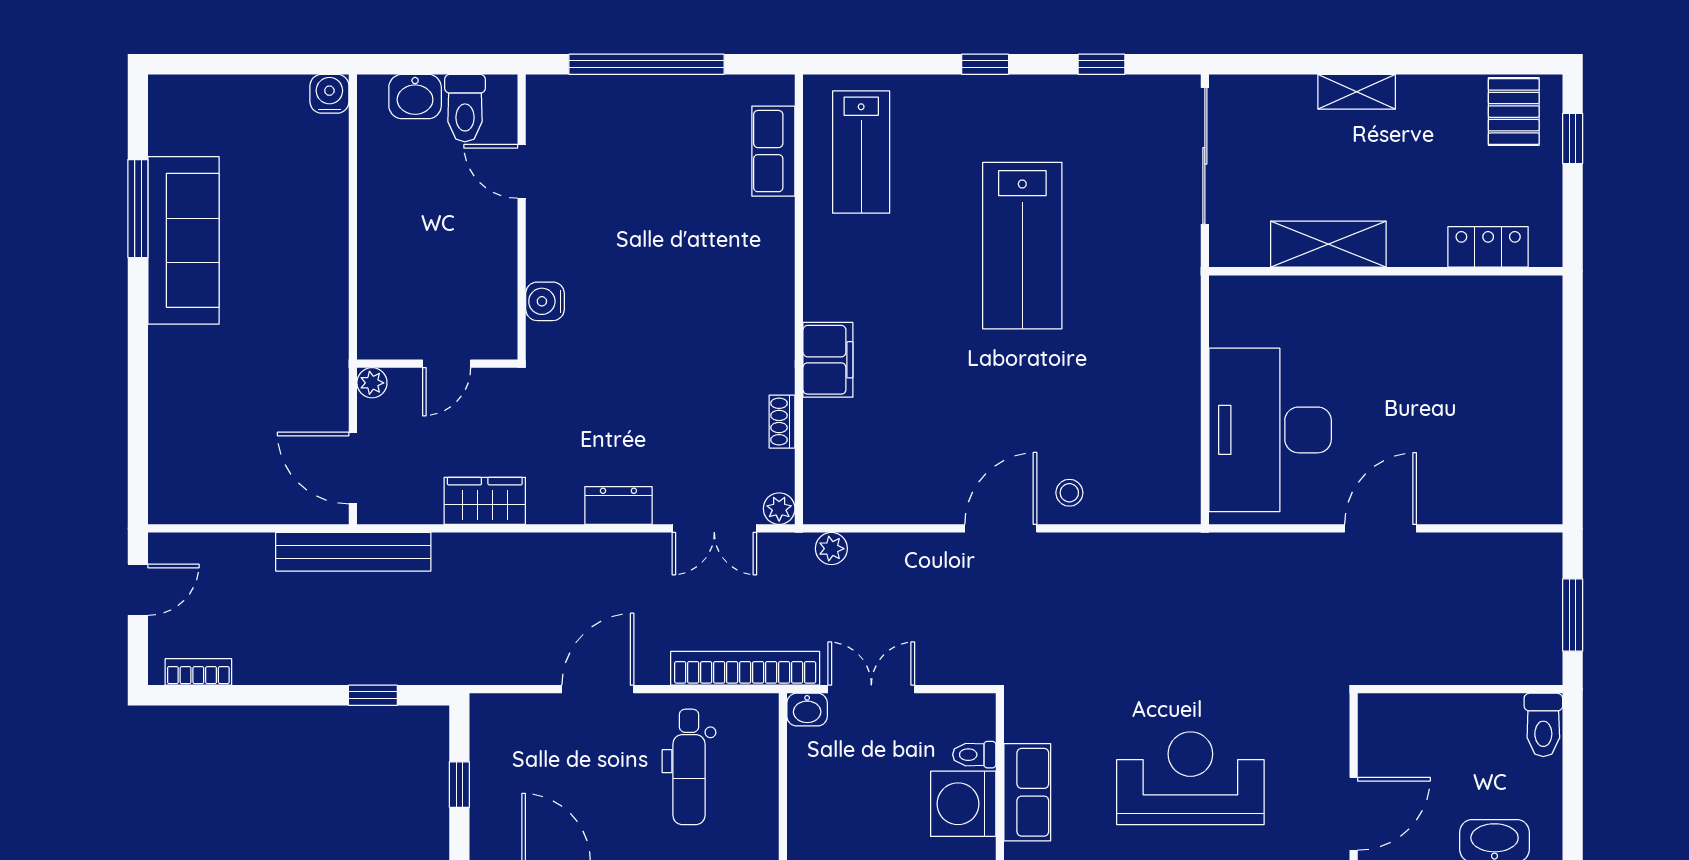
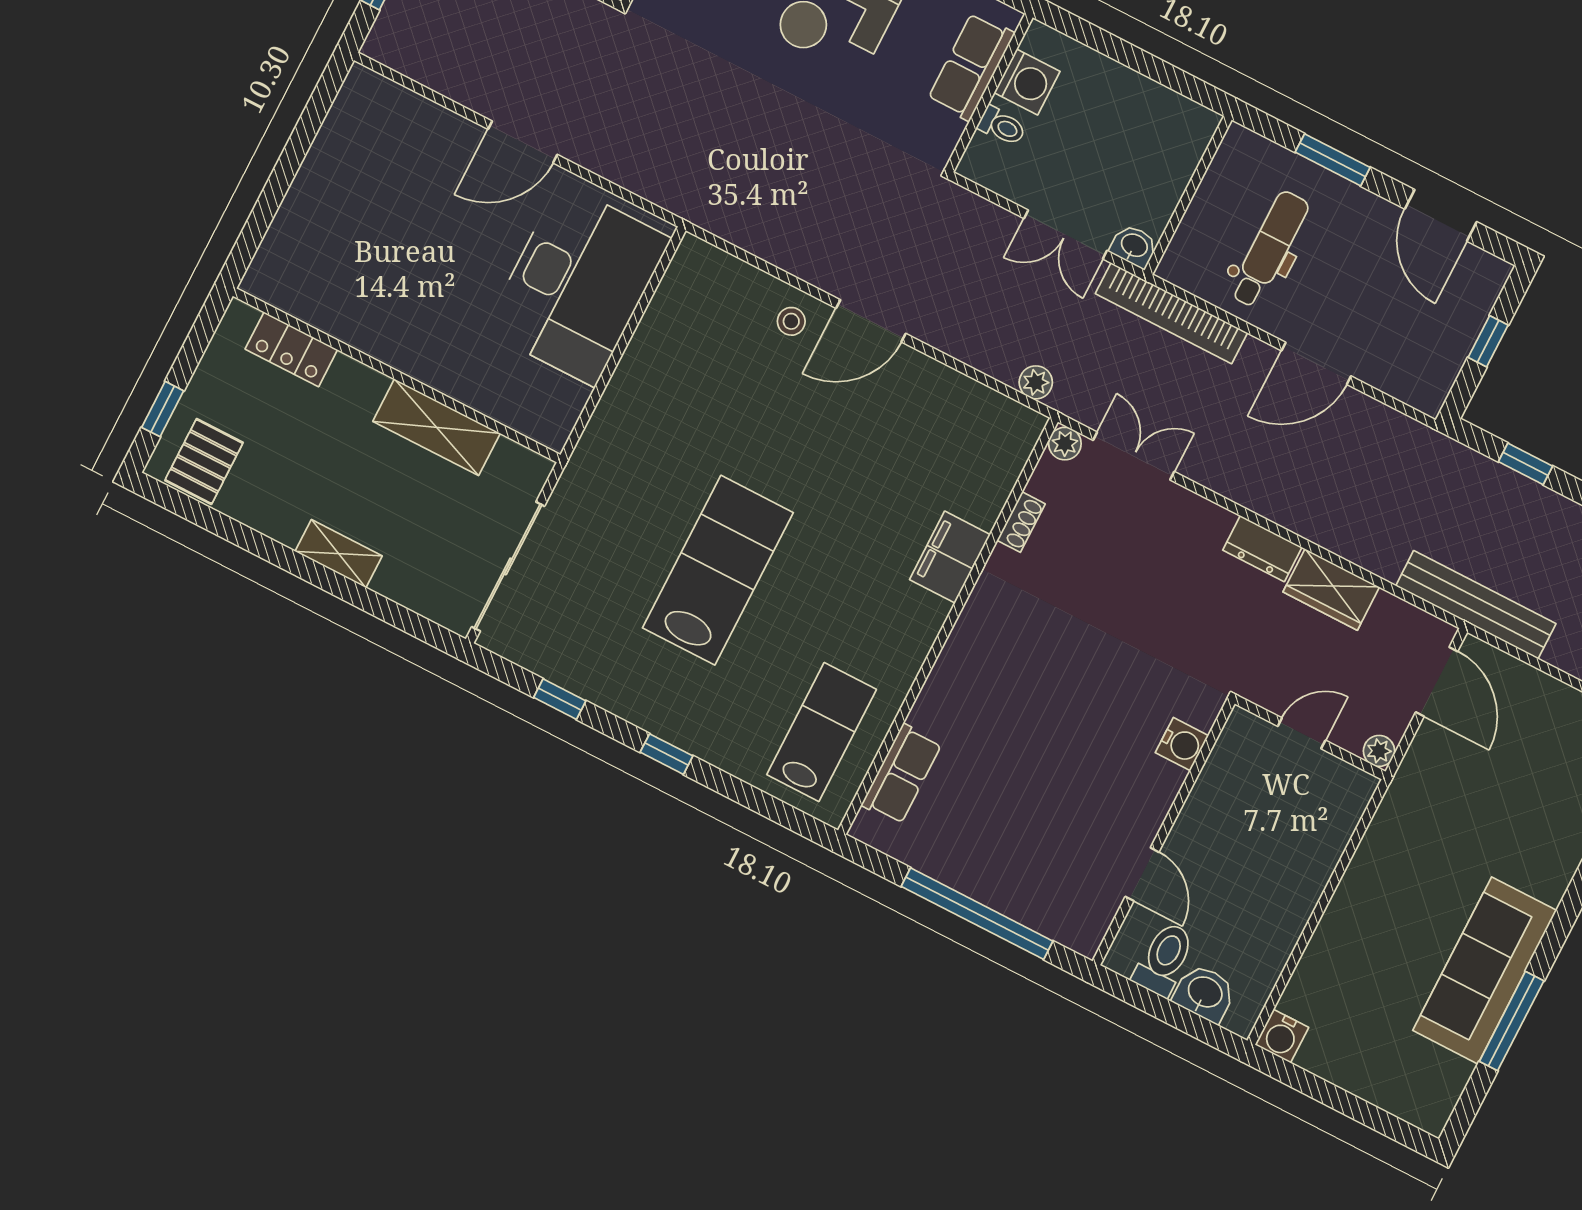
dresser: (618, 506) -> (1262, 549), moved
washing machine: (963, 804) -> (1027, 82), width x0.73, depth x0.73

